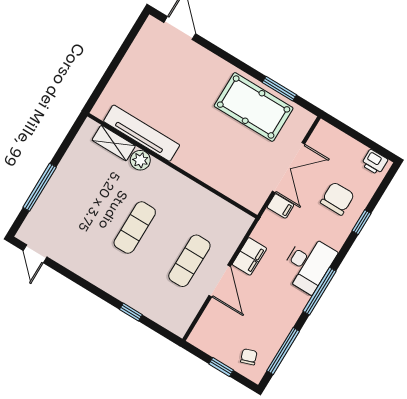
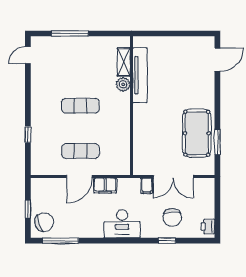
chair: (337, 199) -> (172, 217), turned 90
window: (320, 291) -> (110, 241), removed
chair: (249, 357) -> (44, 222), width x1.87, depth x1.87

